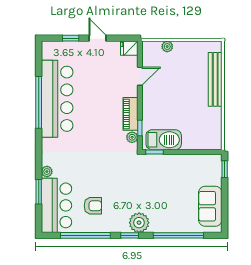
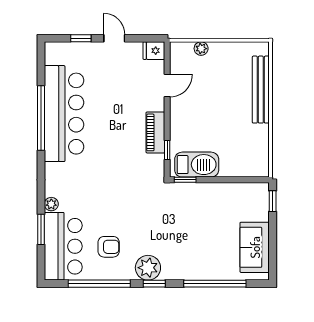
plant: (132, 137) -> (157, 161), removed
plant: (139, 223) -> (148, 268), moved

